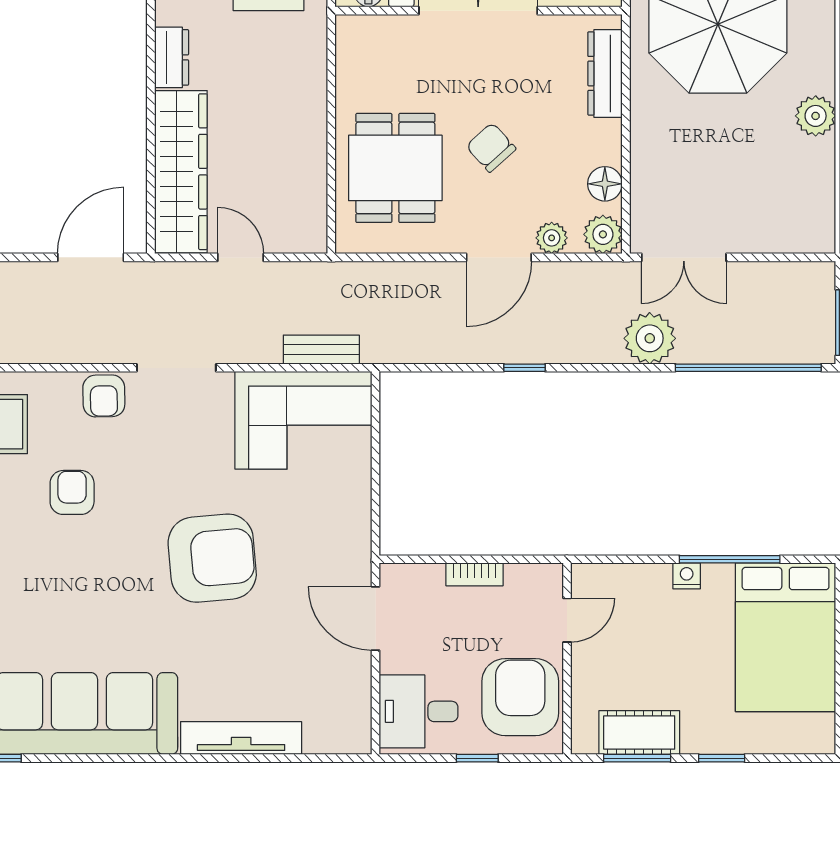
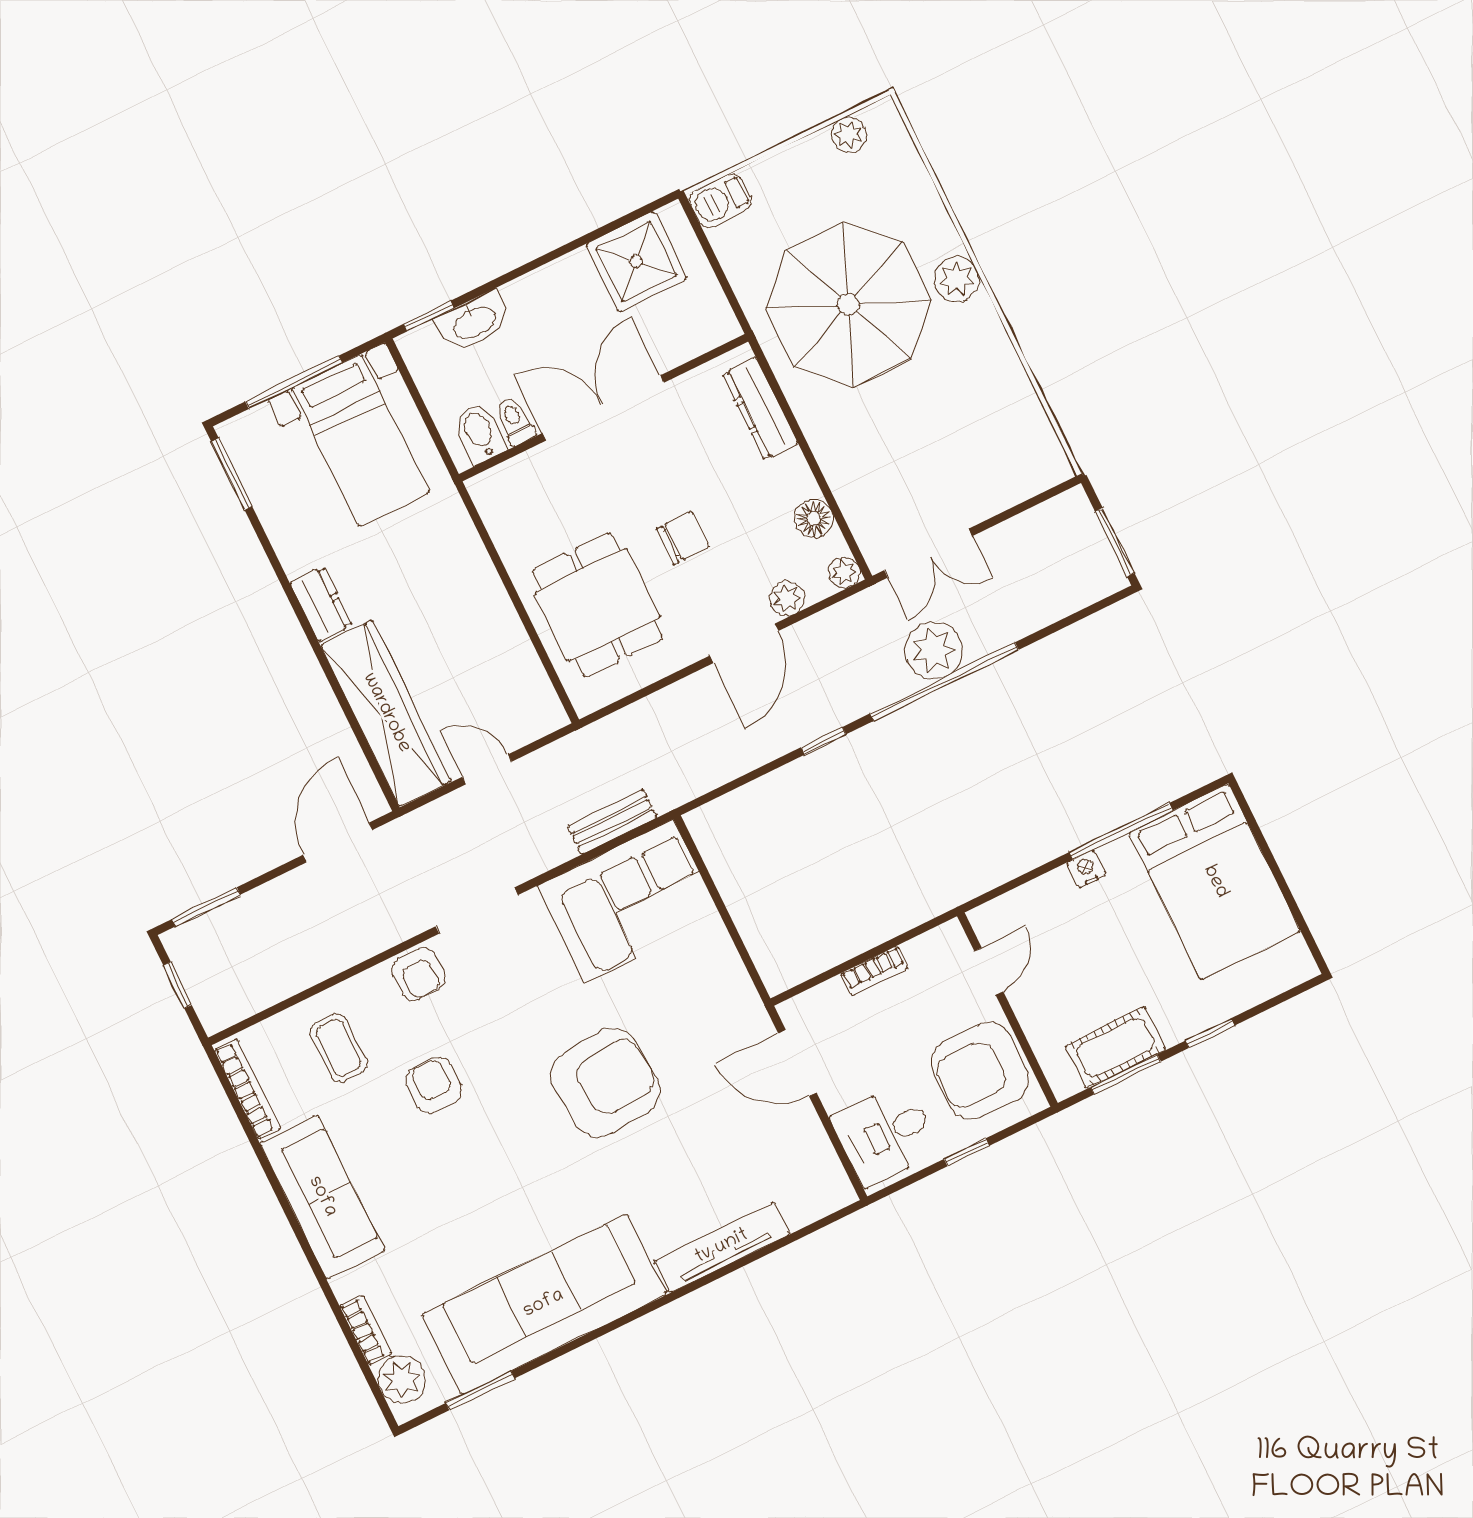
plant: (816, 116) -> (956, 279), moved
chair: (491, 147) -> (683, 538), turned 132
plant: (603, 234) -> (844, 572), width x0.73, depth x0.73
window: (748, 368) -> (944, 682), moved
armchair: (520, 697) -> (980, 1071), turned -90

